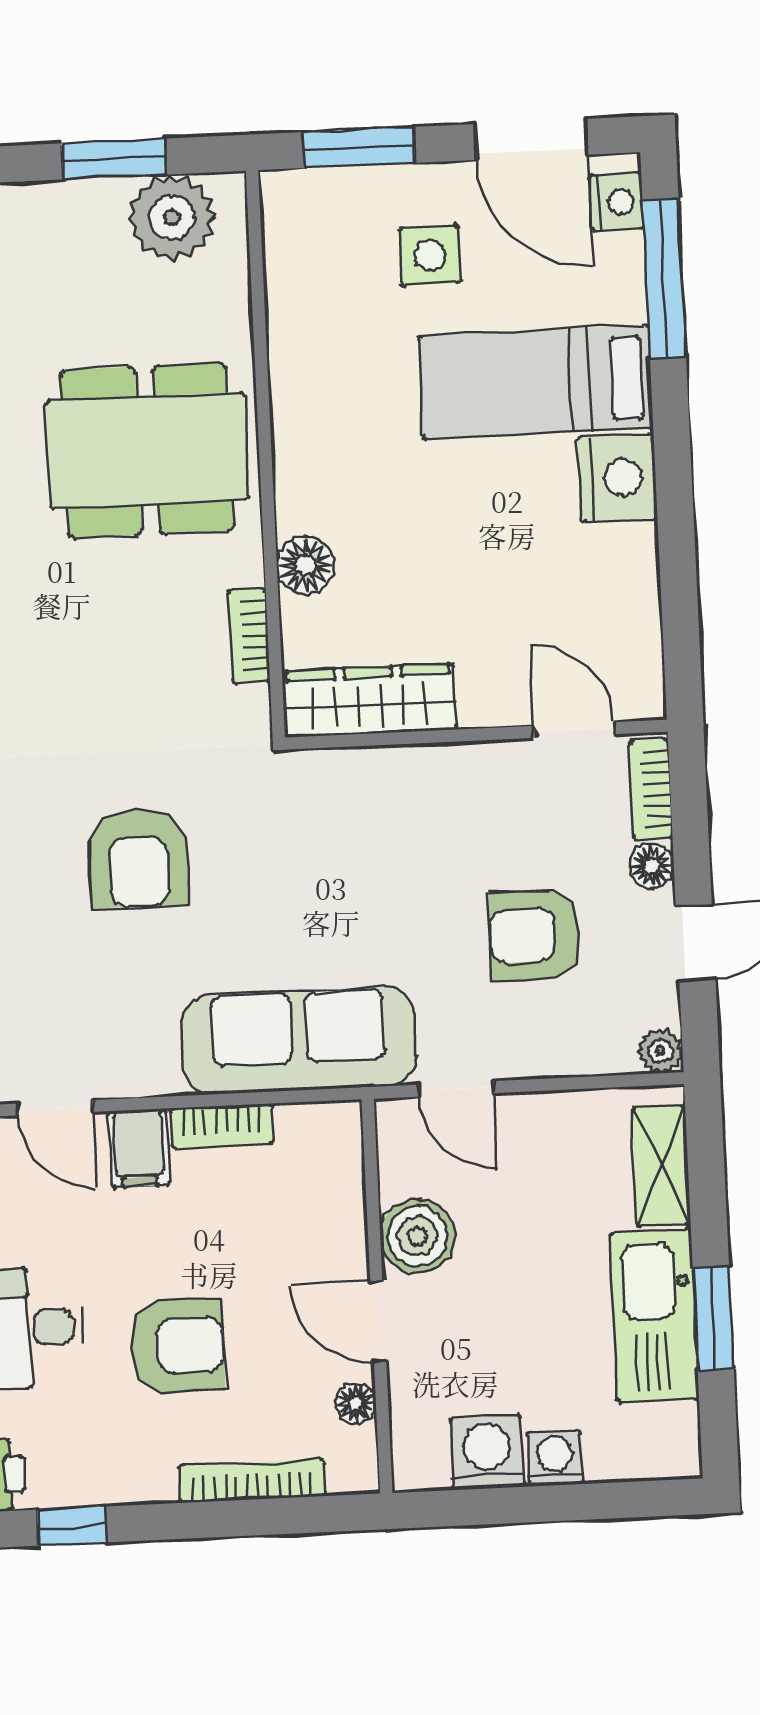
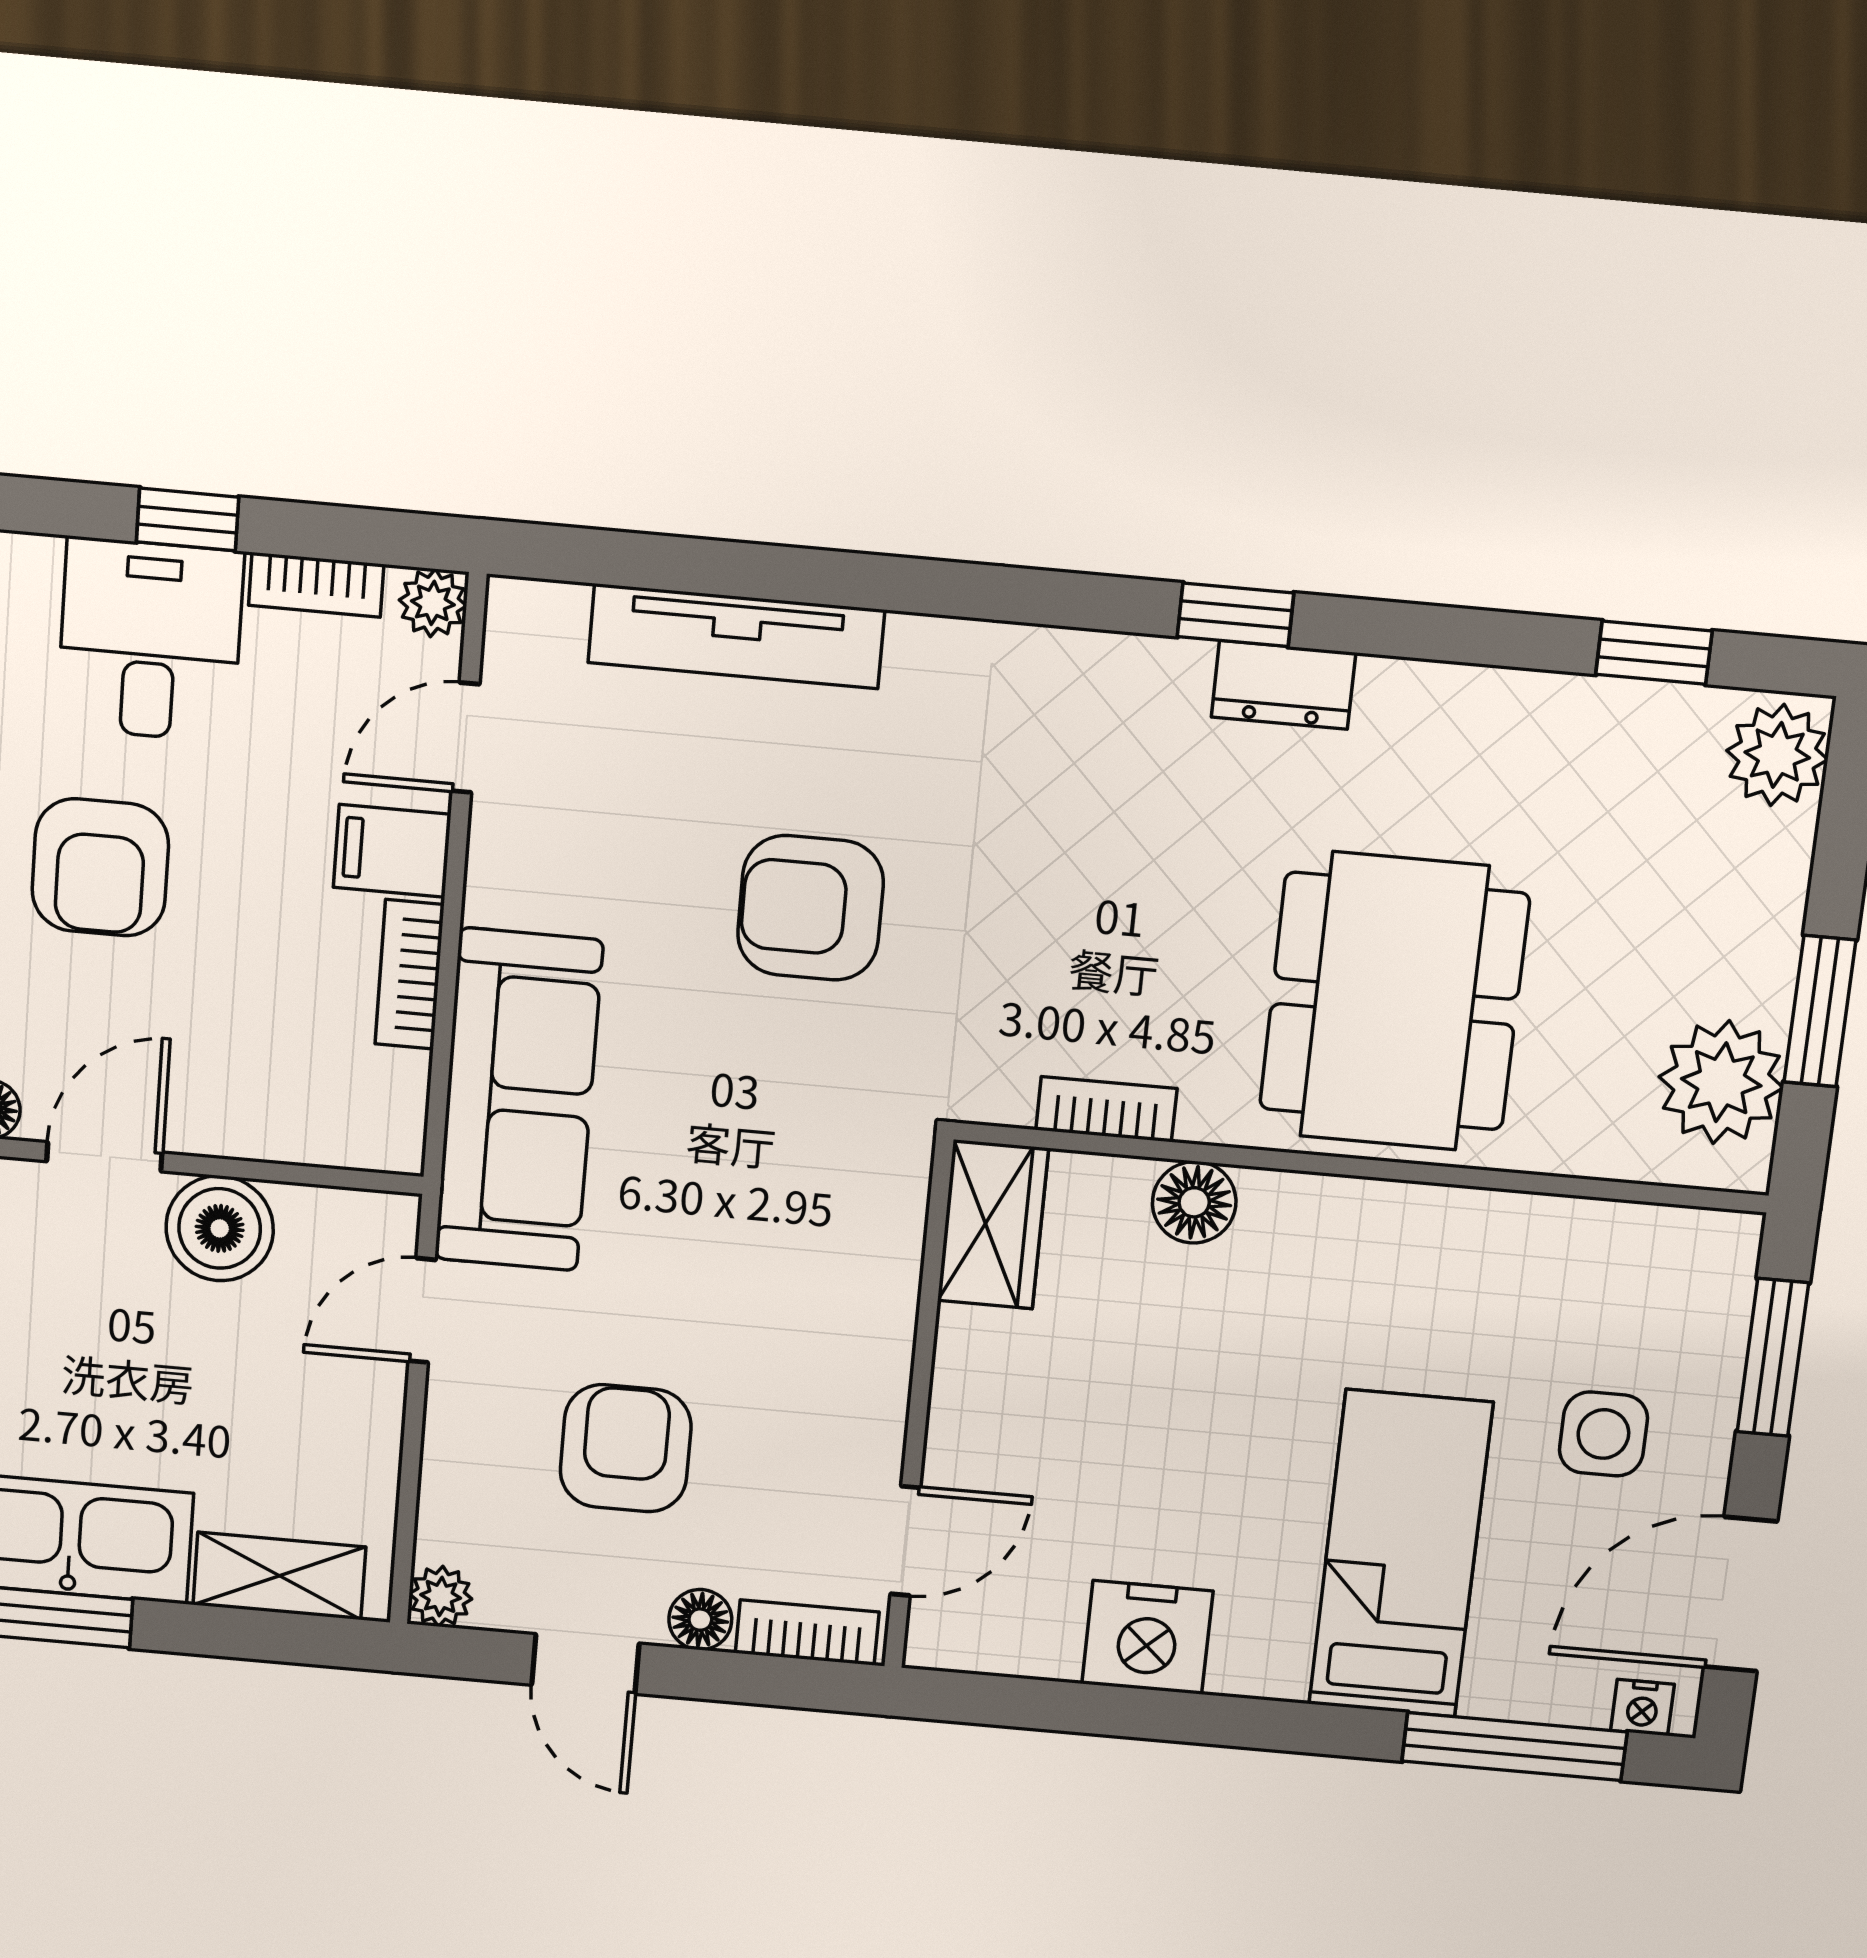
nightstand: (617, 202) -> (1642, 1707), width x0.72, depth x0.74
nightstand: (617, 478) -> (1147, 1637), moved
wardrobe: (369, 700) -> (993, 1224), width x0.67

